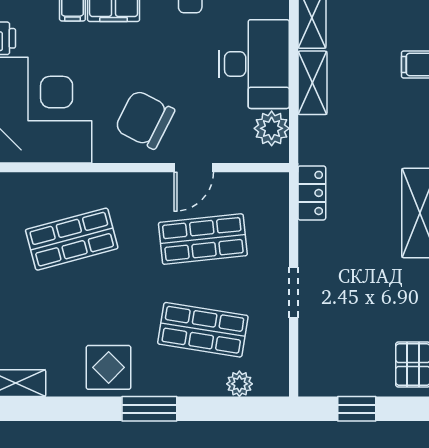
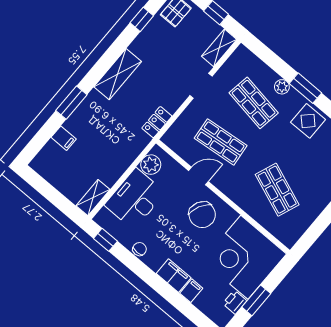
shelving: (312, 83) -> (219, 48), moved
shop shelf: (72, 239) -> (277, 190), turned 36
plant: (239, 384) -> (282, 87), moved

